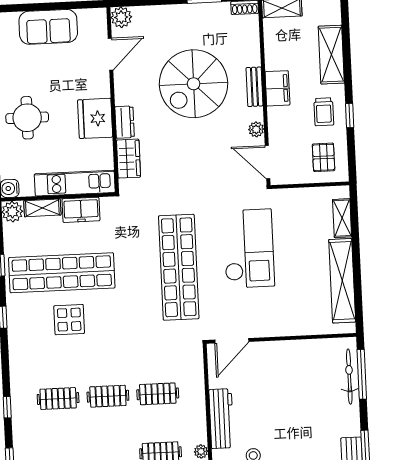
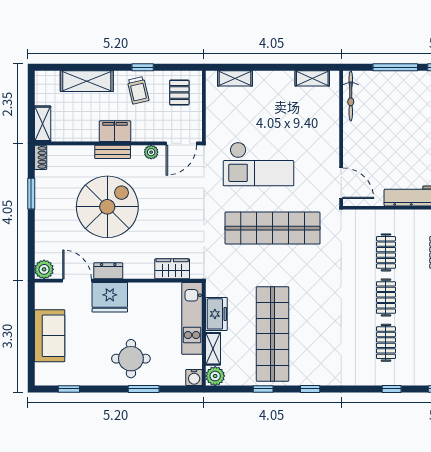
spiral stairs: (194, 84) -> (107, 207), turned -90
trolley: (324, 112) -> (138, 90), turned 77
fridge: (95, 118) -> (110, 297), moved
dresser: (125, 122) -> (108, 271), moved
pallet: (324, 157) -> (179, 92), turned 90
checkout: (249, 248) -> (258, 164), turned 180
shelving: (342, 281) -> (312, 78), width x0.45, depth x0.75
display table: (69, 320) -> (315, 329), removed
window: (362, 374) -> (395, 67), moved
bicycle: (349, 377) -> (351, 96), moved, turned -90

